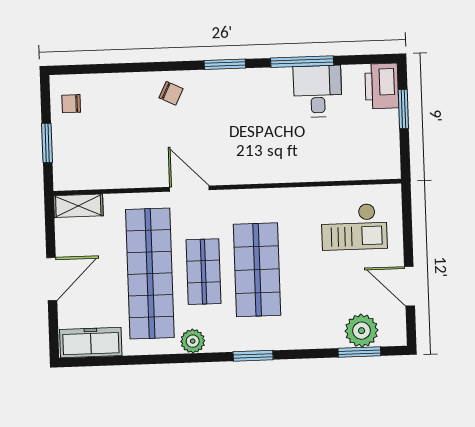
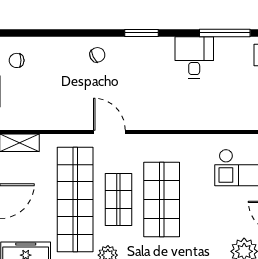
window: (302, 62) -> (225, 33), moved
desk: (318, 91) -> (194, 57), moved
chair: (171, 93) -> (97, 55), turned -52

